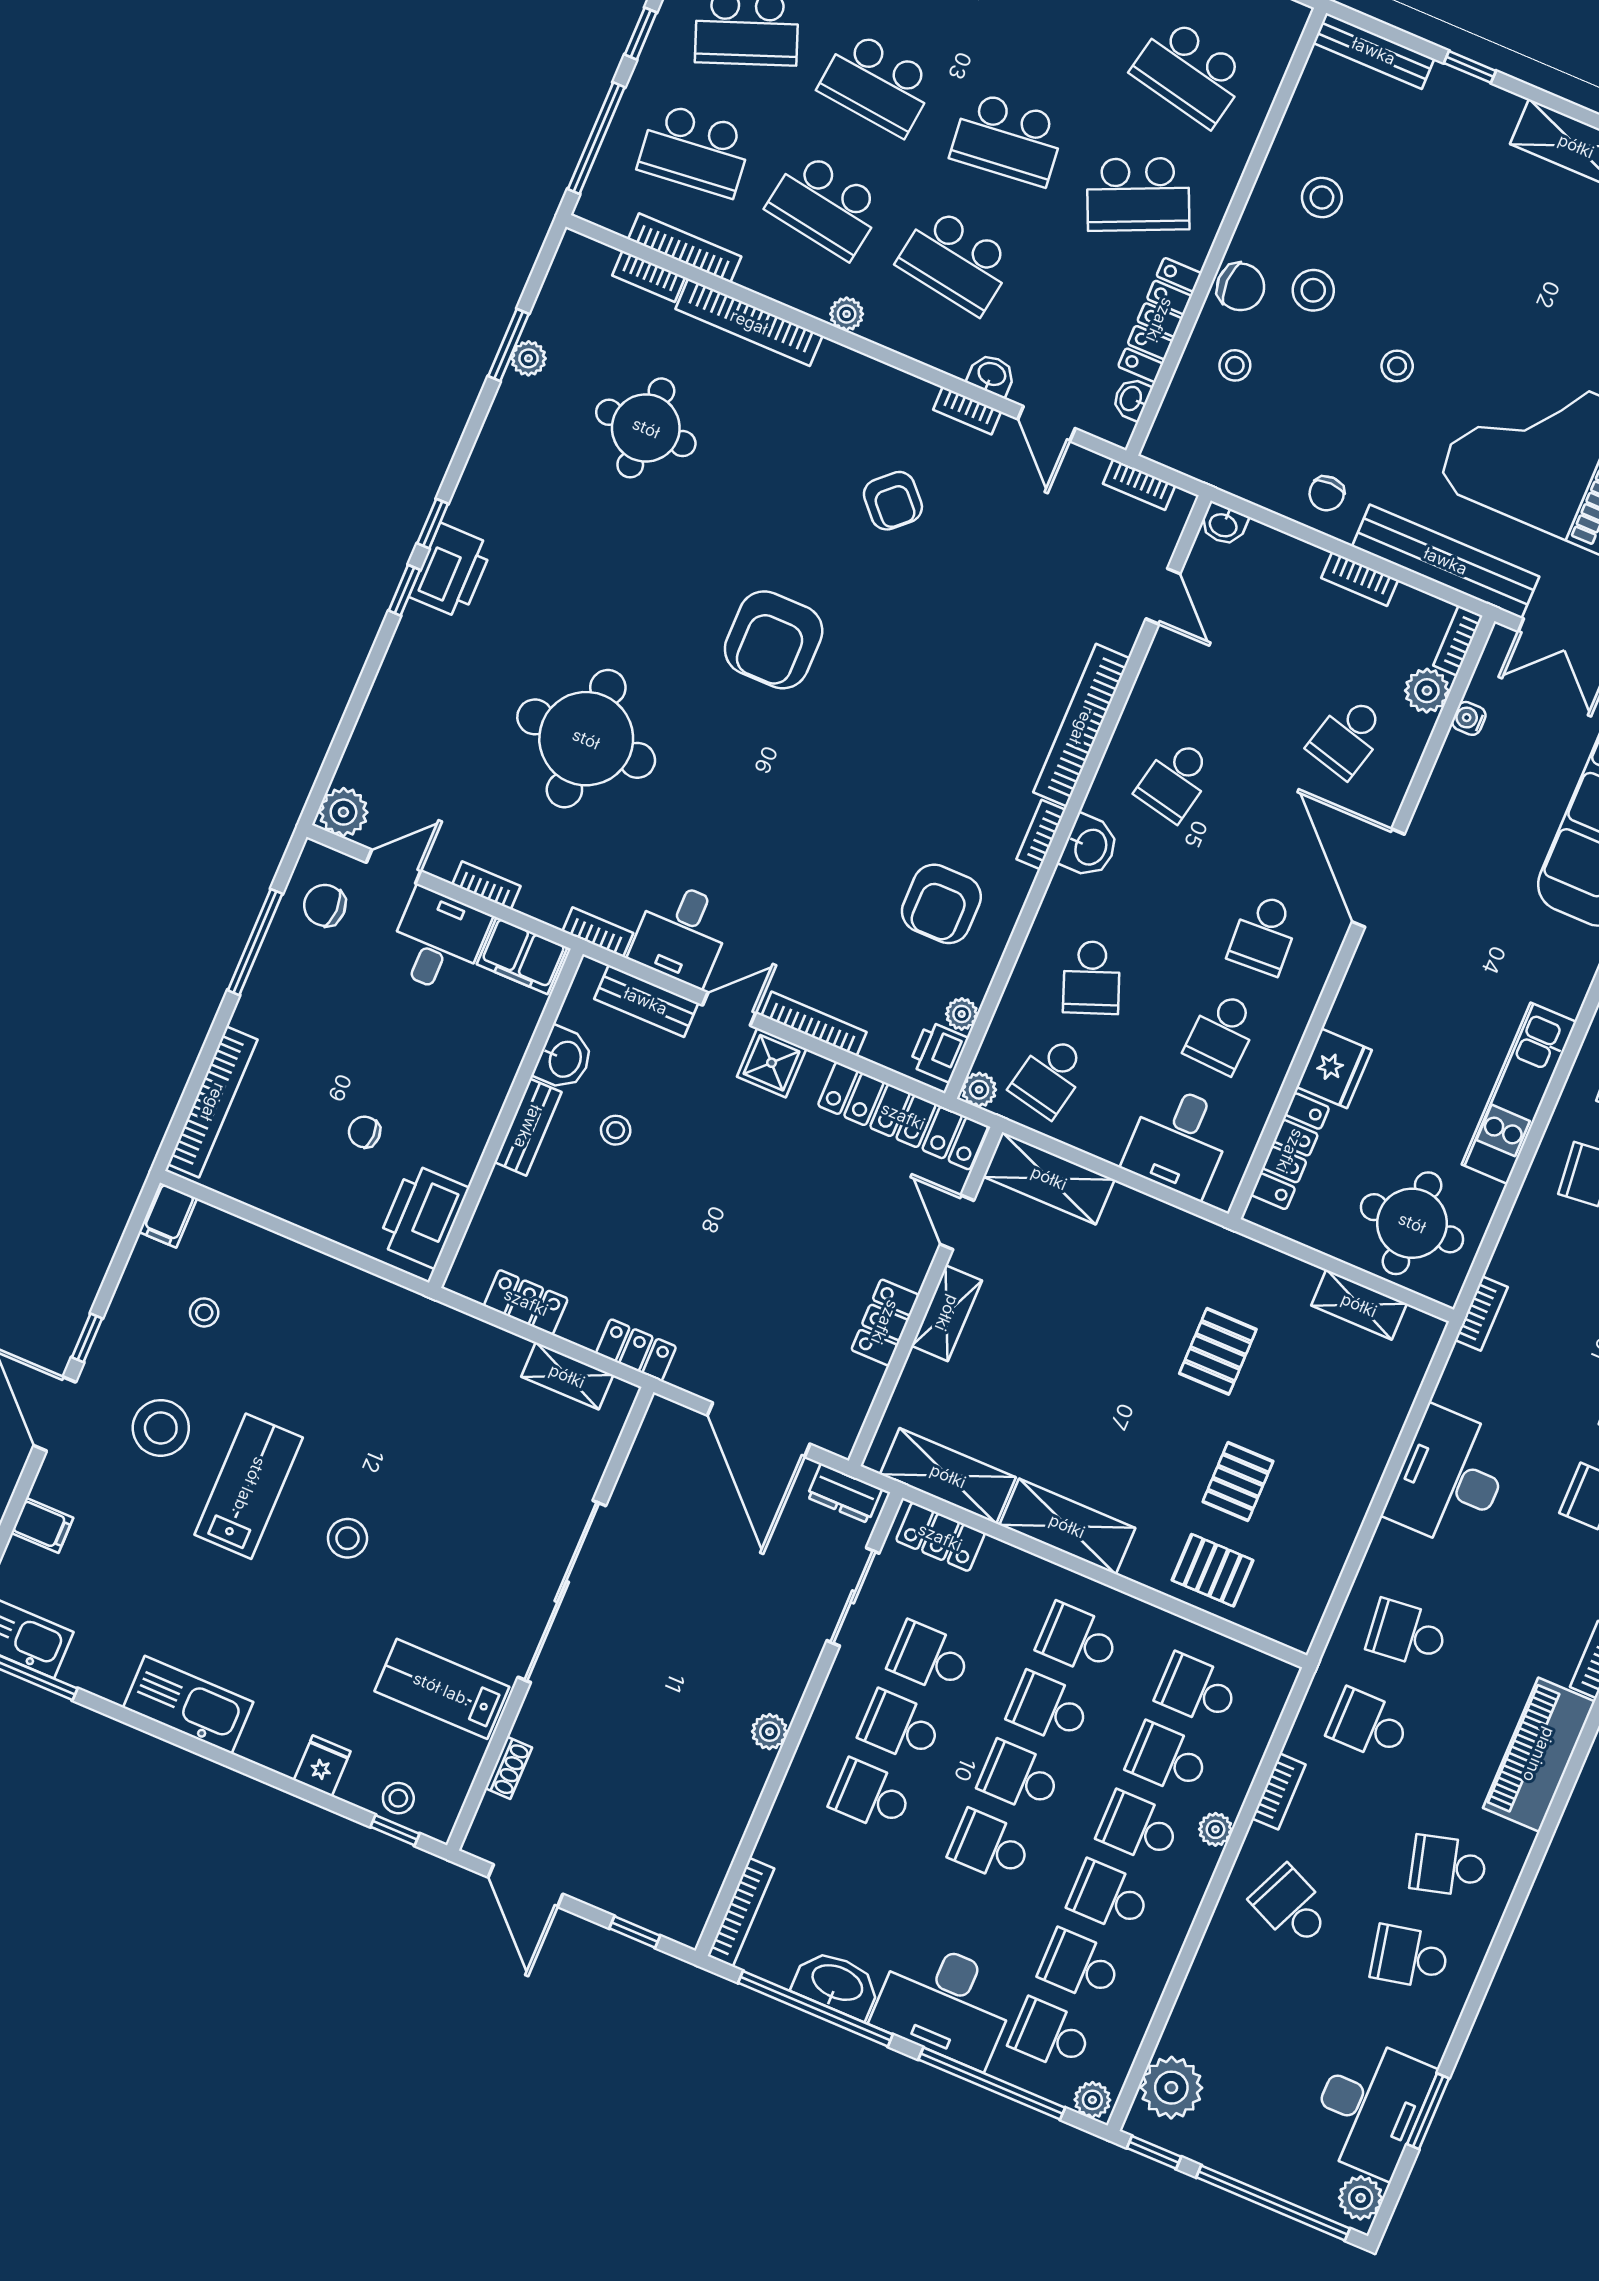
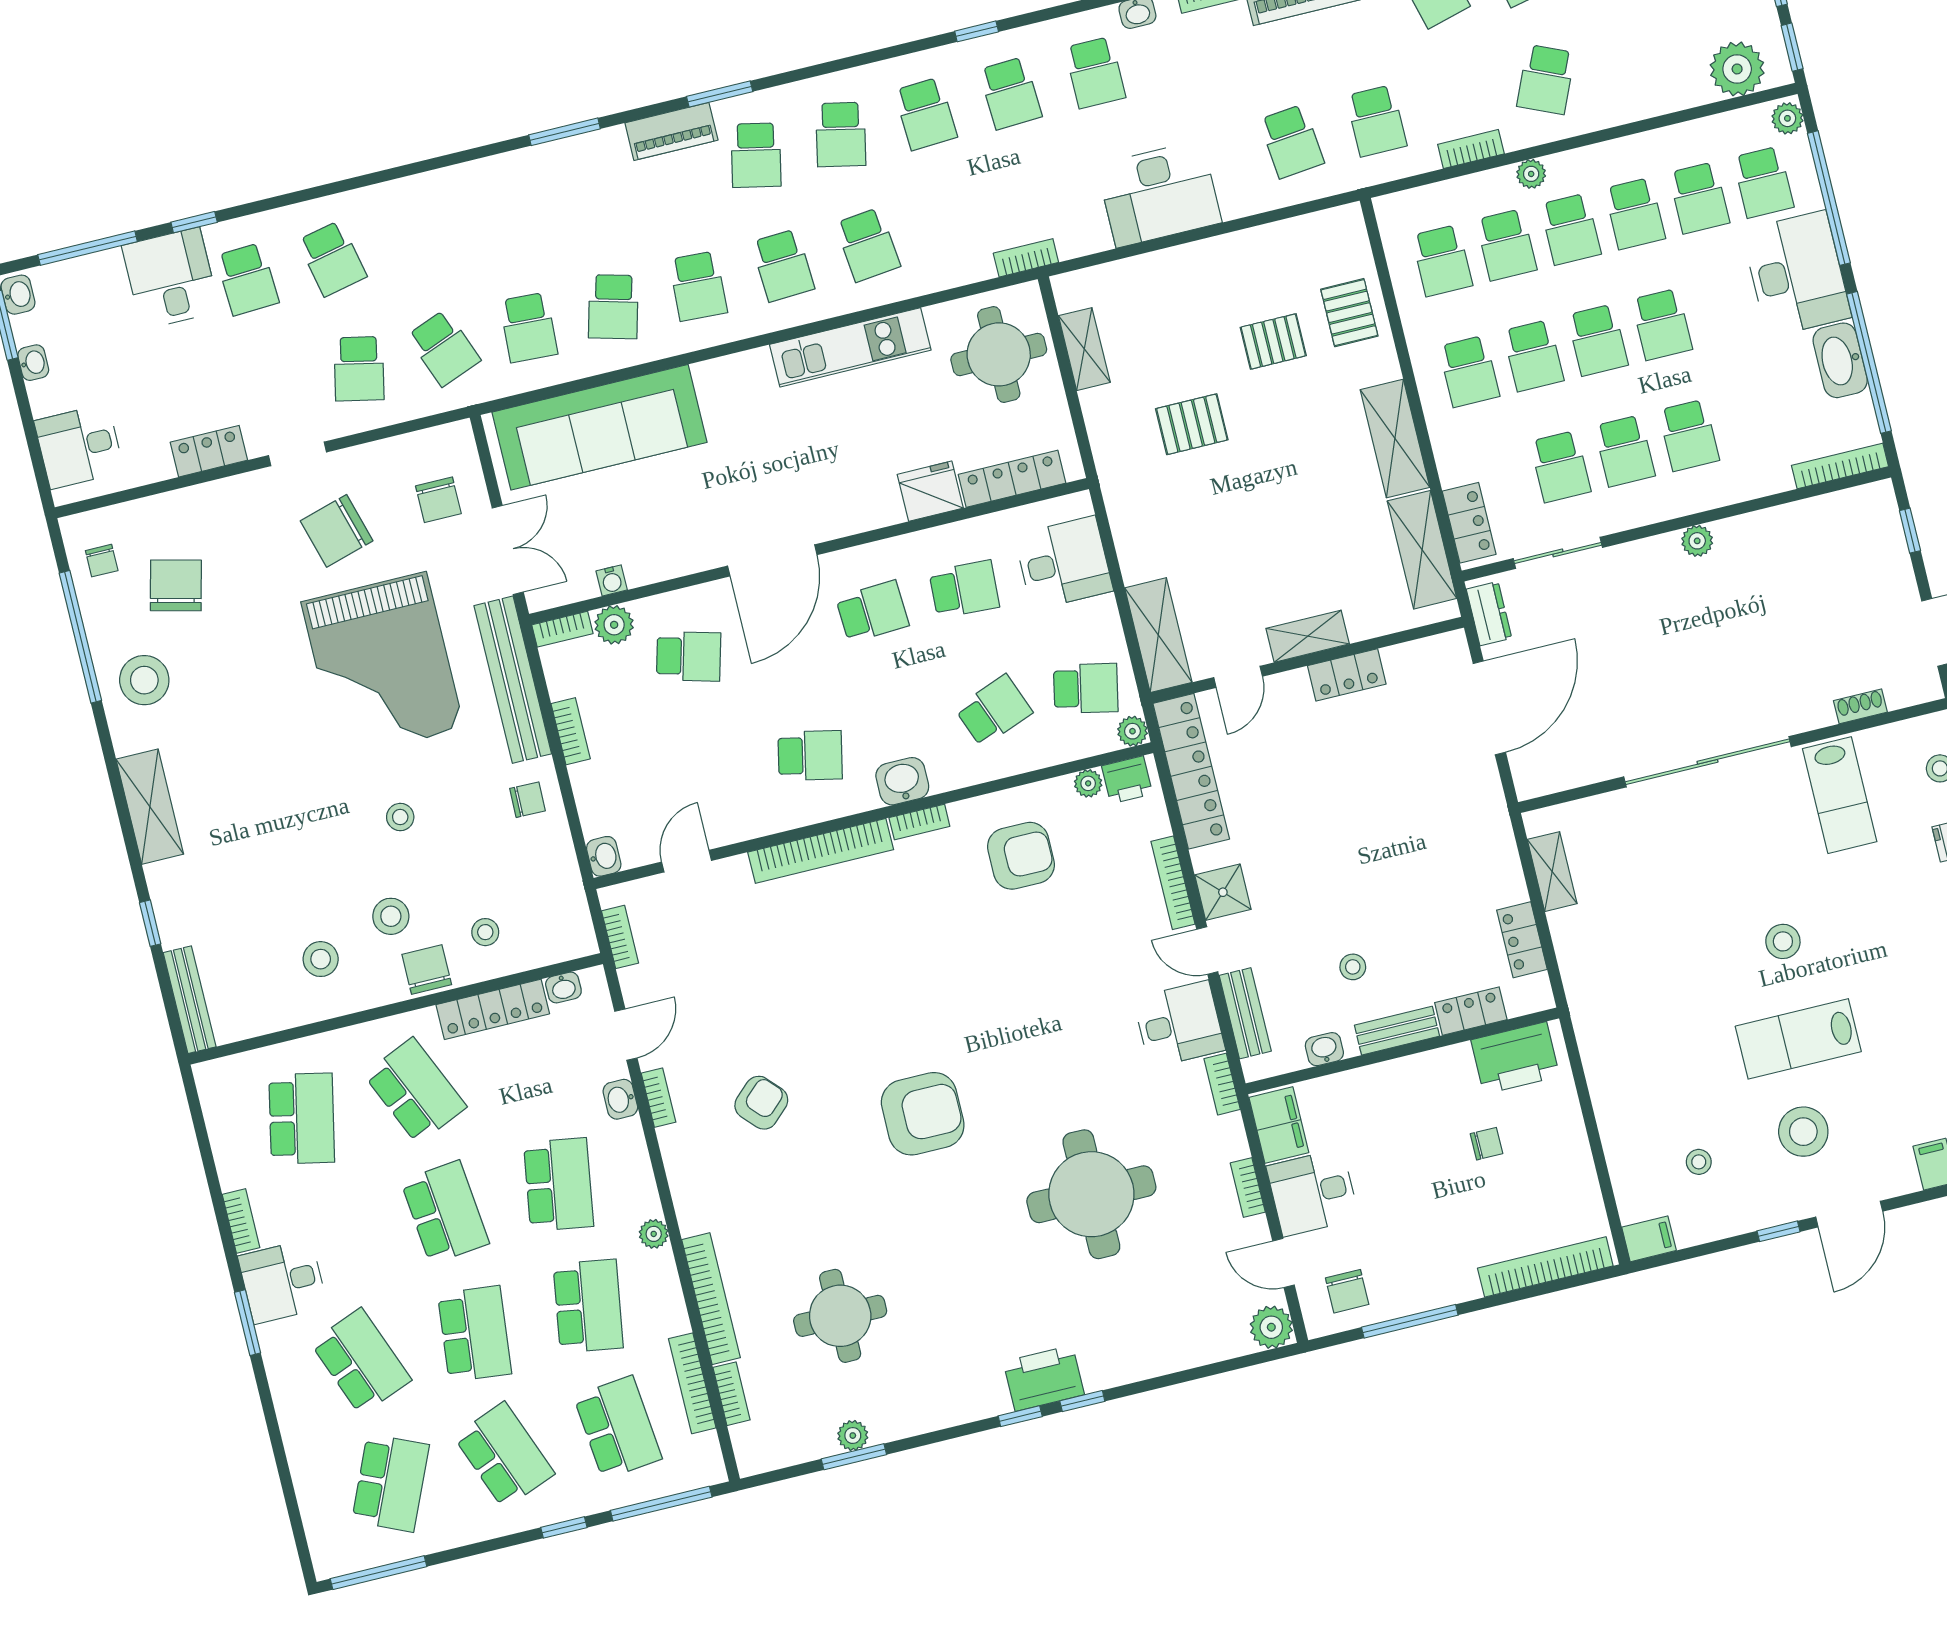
washbasin: (564, 1059) -> (1324, 1049), width x0.72, depth x0.69
chair: (364, 1132) -> (1487, 1144), turned -90
locker: (636, 1350) -> (1471, 1011), moved, turned 90

